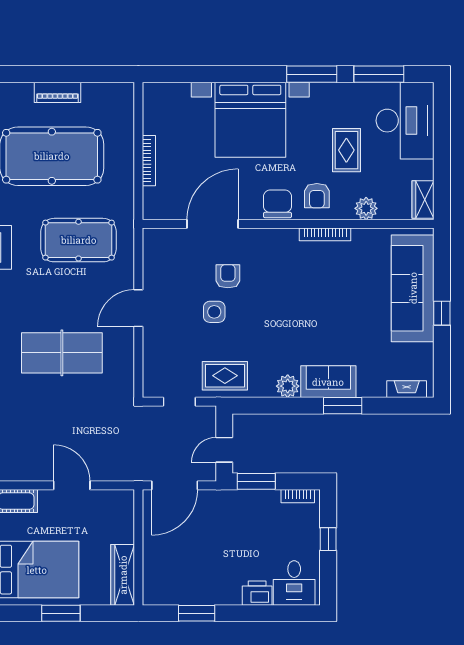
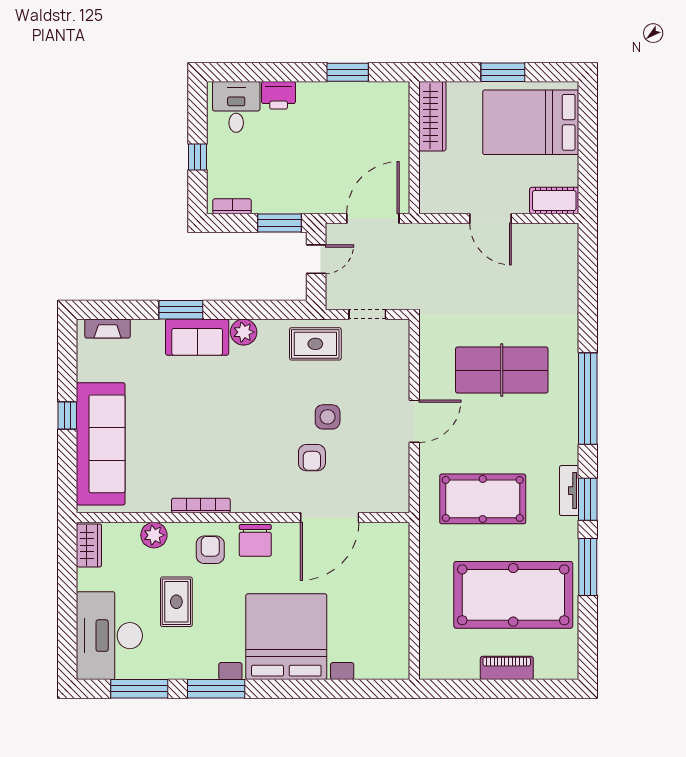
bookcase: (149, 161) -> (402, 590), removed

